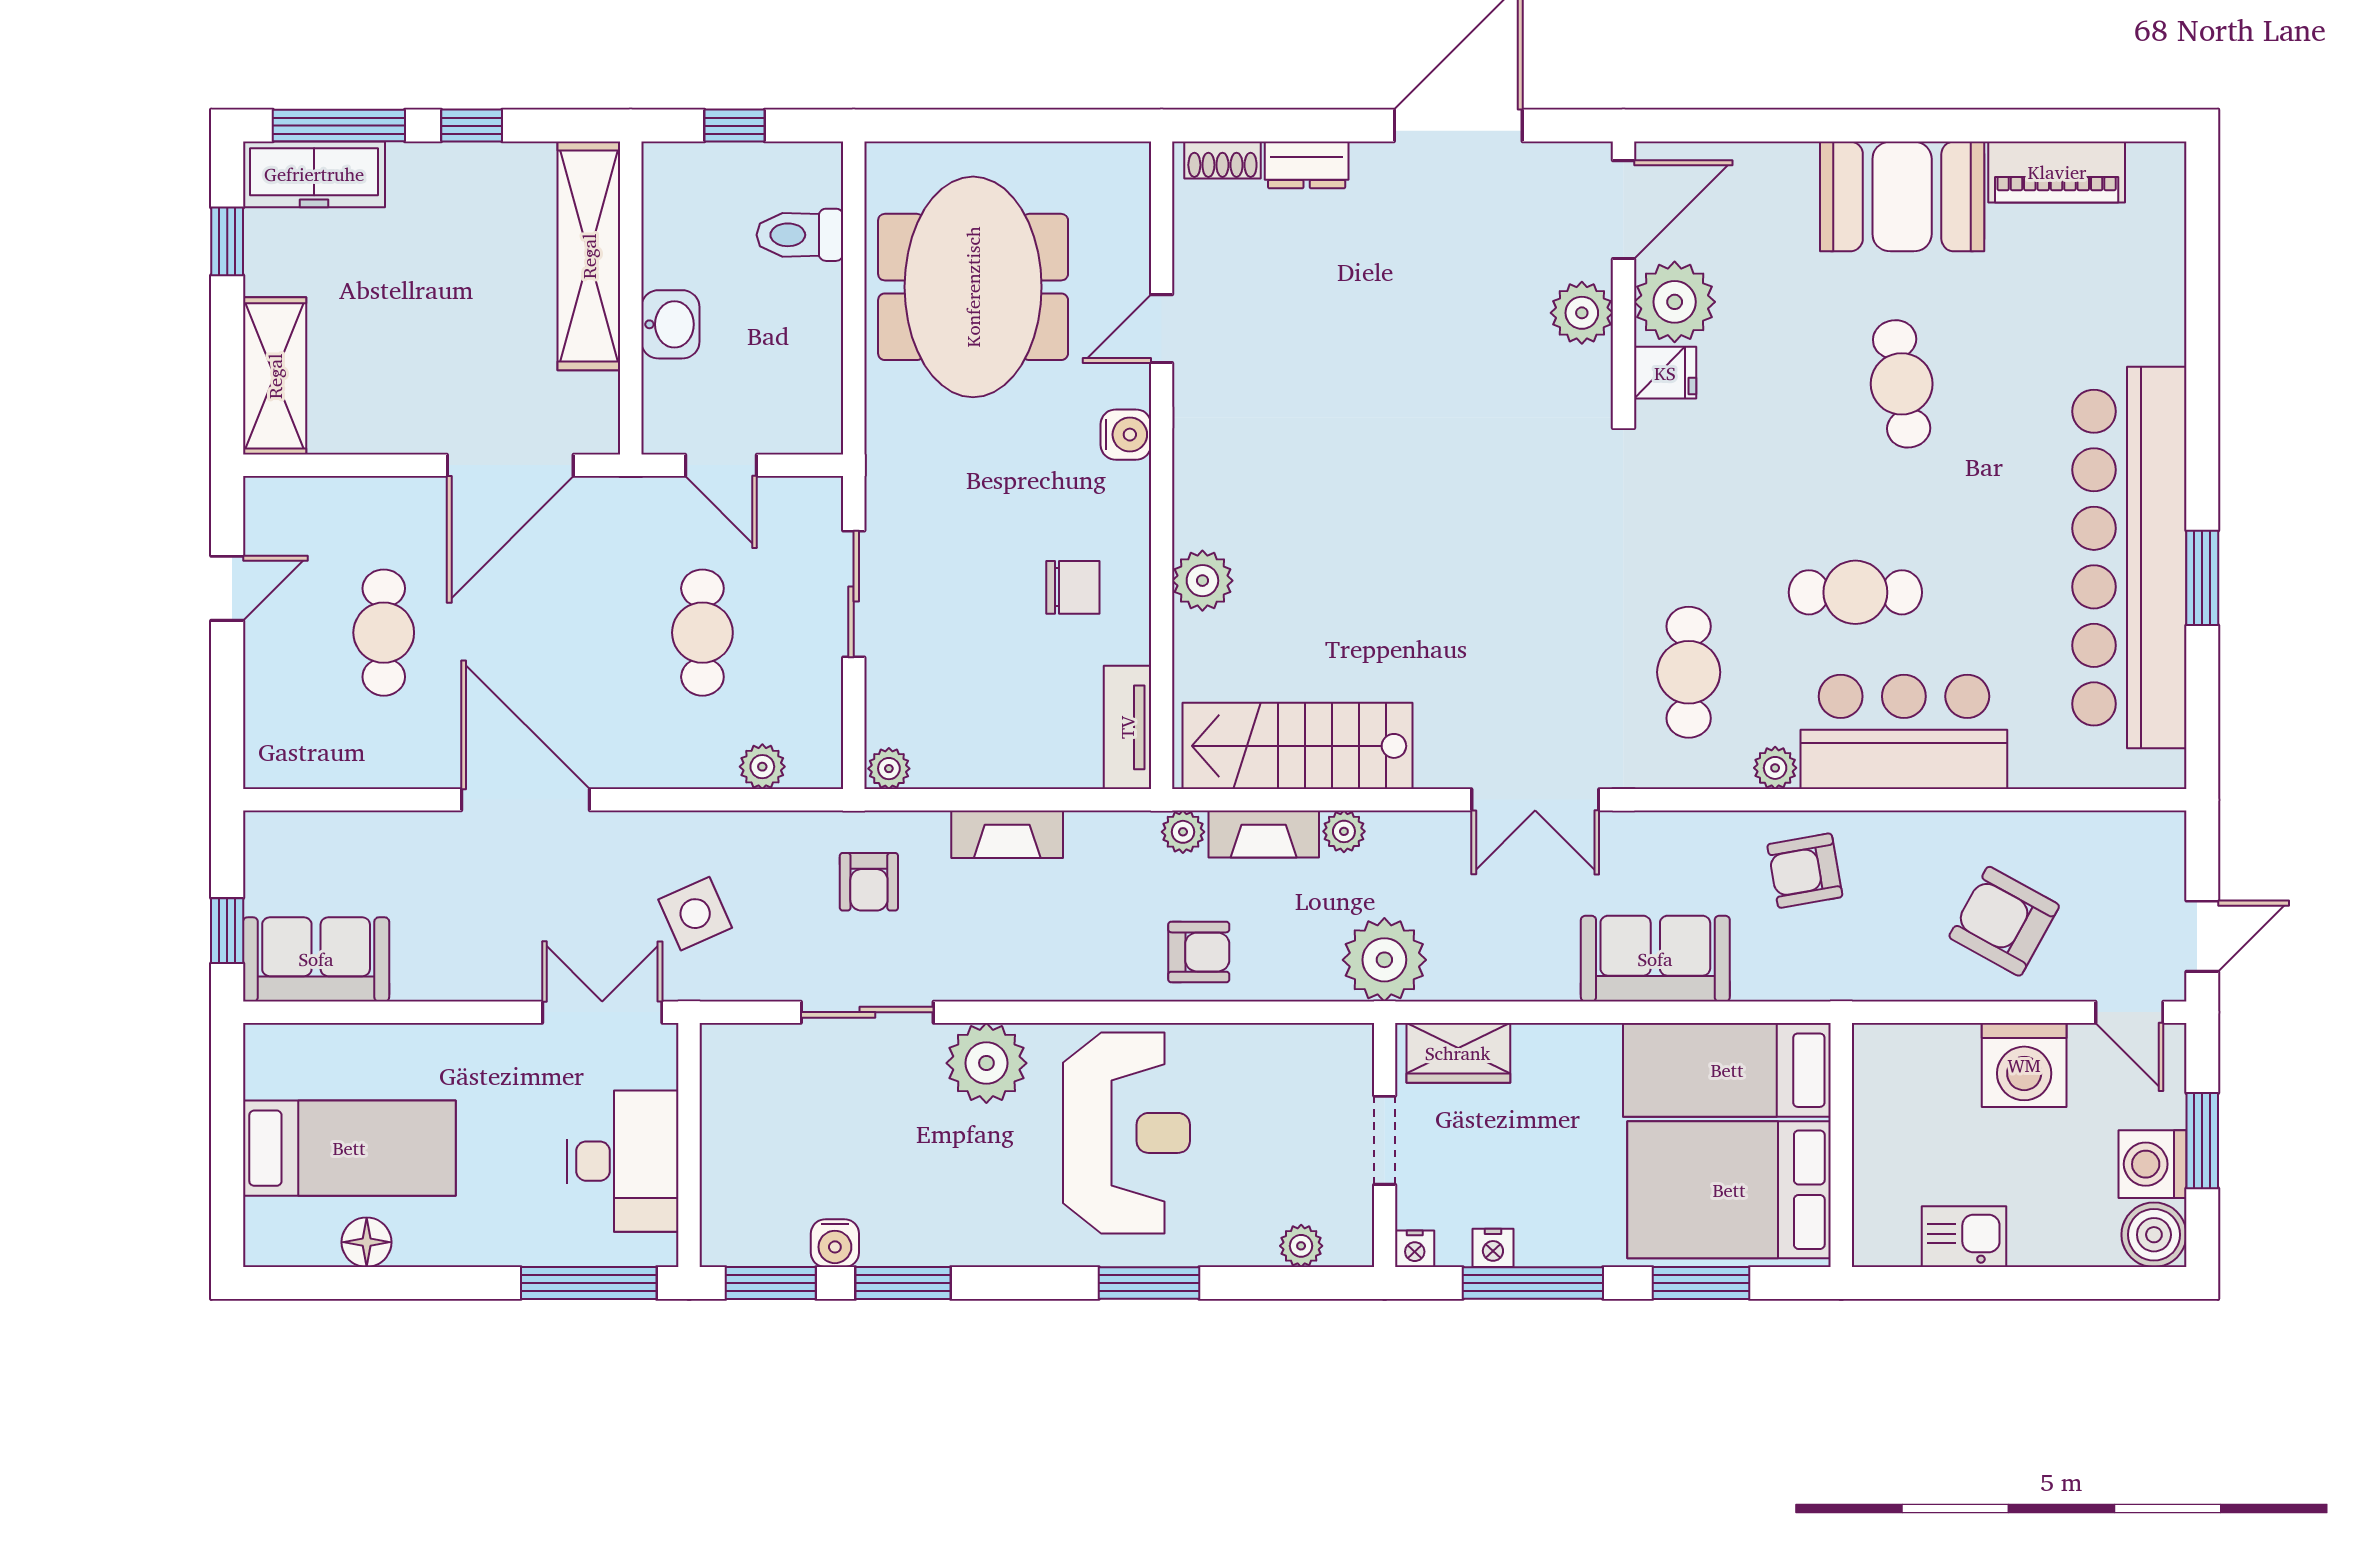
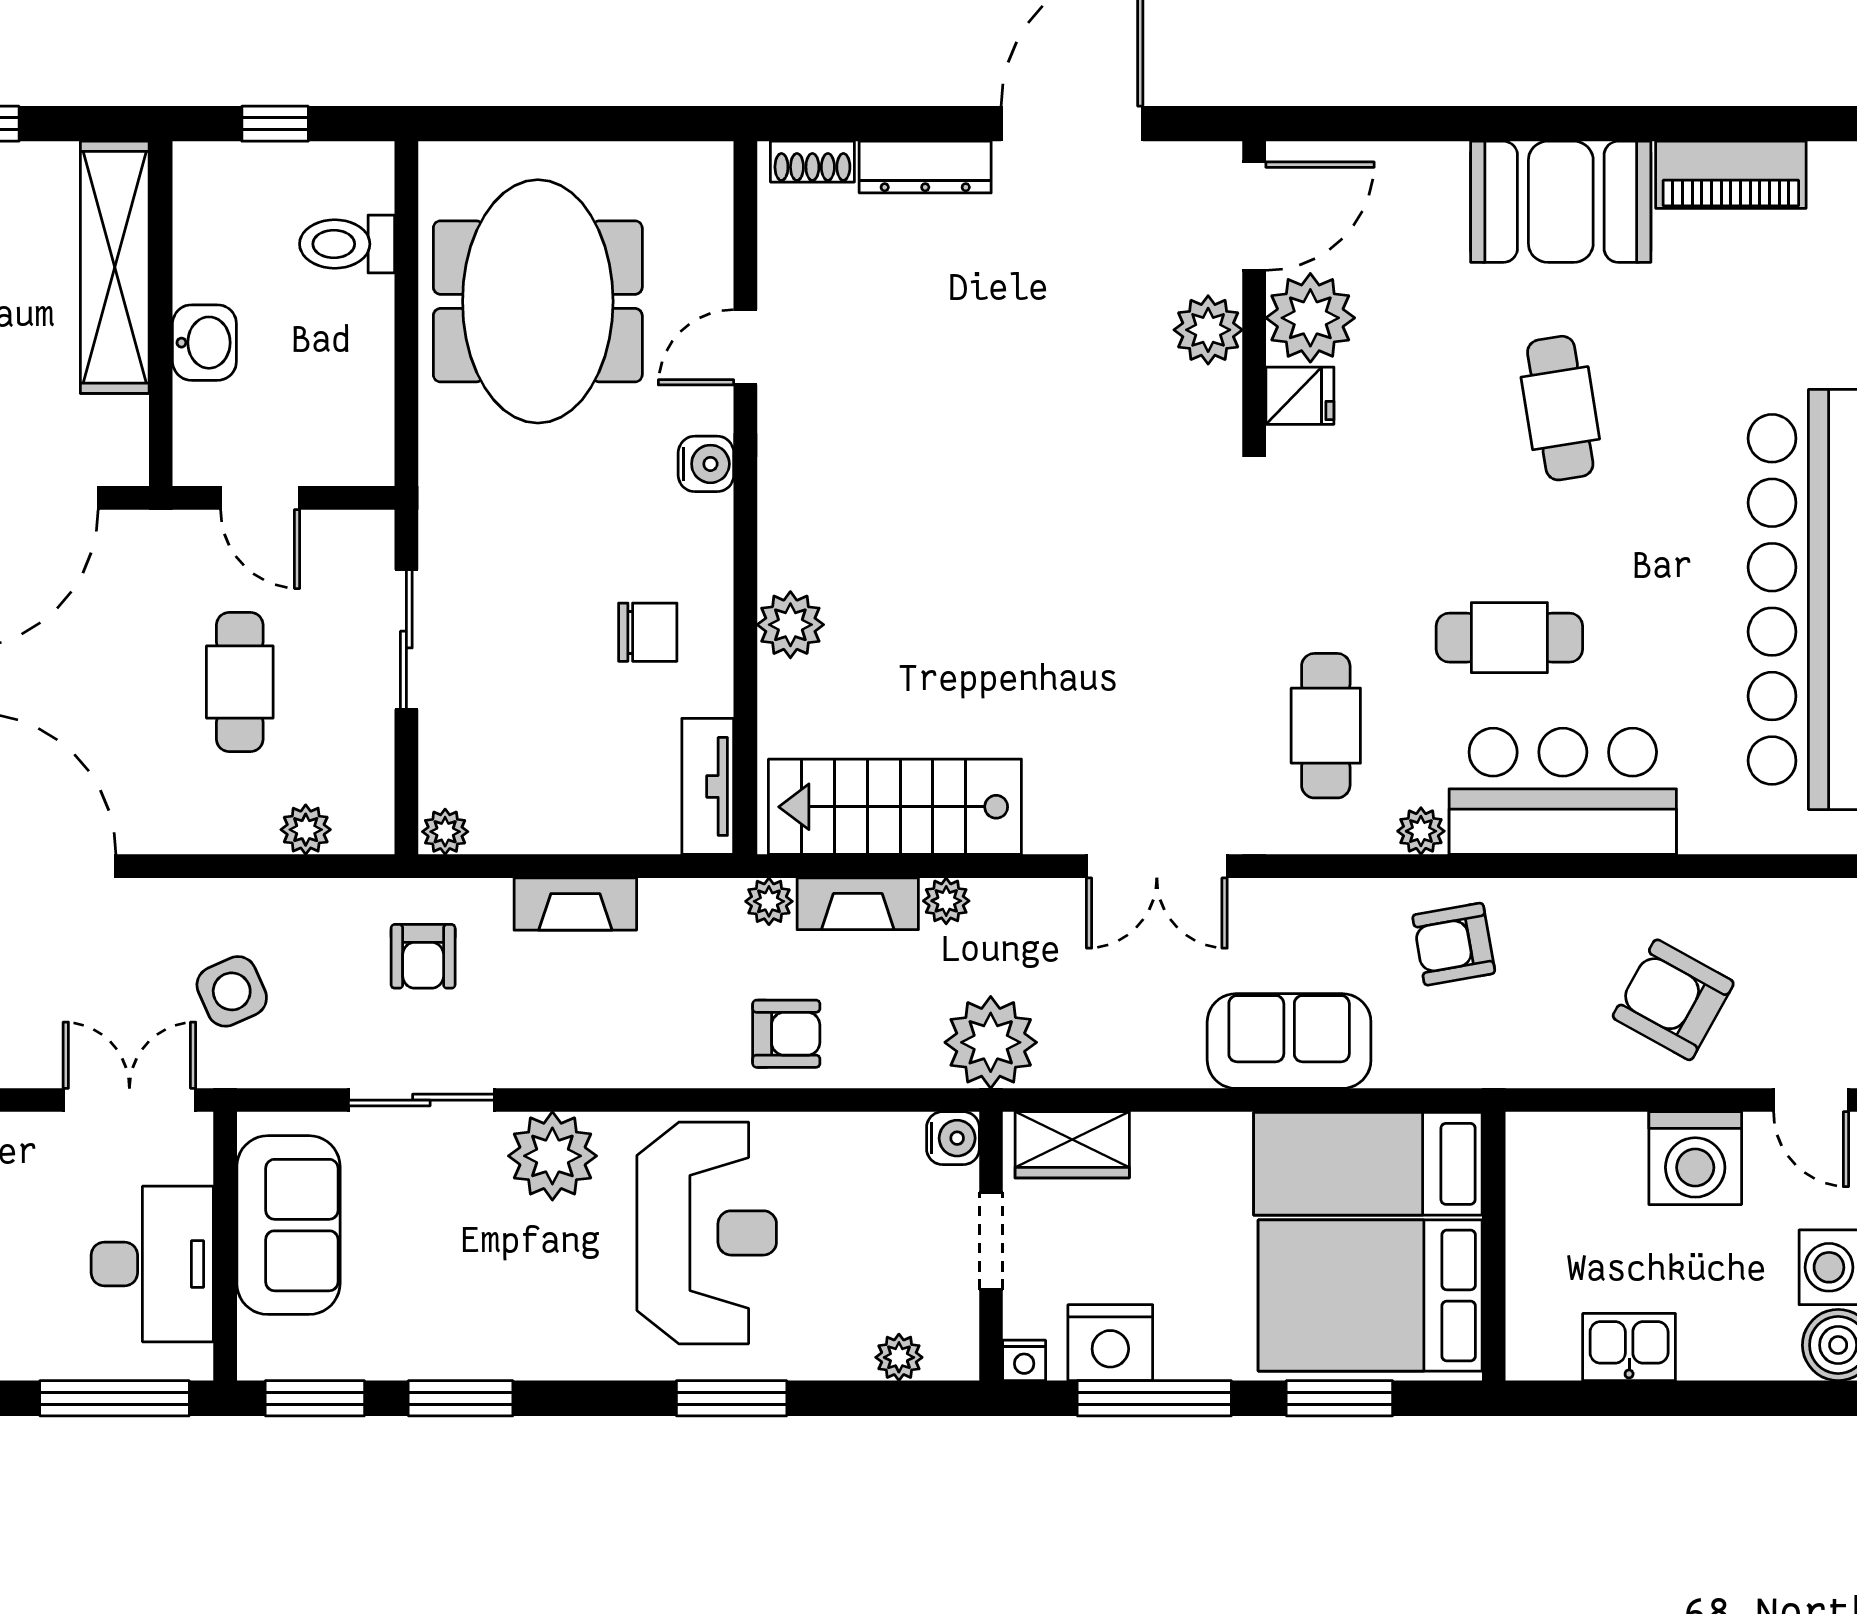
dresser: (1307, 165) -> (925, 167), width x1.44
sofa: (747, 1126) -> (288, 1225), added
water cooler: (835, 1243) -> (953, 1138), moved, turned -90
nightstand: (1493, 1248) -> (1110, 1343), width x1.89, depth x1.79

